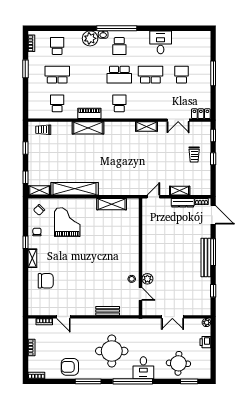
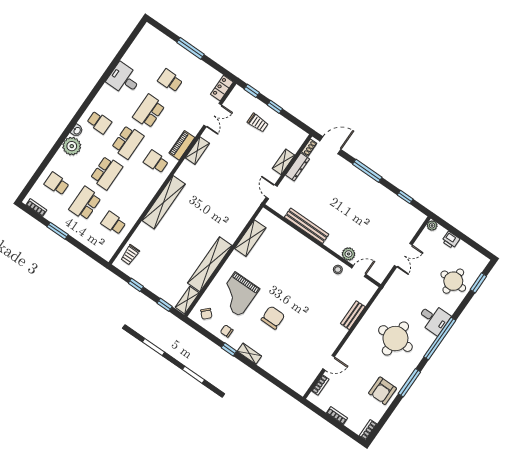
window: (117, 28) -> (80, 113), removed
school desk: (88, 75) -> (106, 173), added
piano: (89, 113) -> (182, 145), moved
shelving: (88, 128) -> (164, 202), width x1.47
grand piano: (67, 222) -> (238, 294), turned -90
bench: (206, 258) -> (307, 226), moved
chair: (46, 281) -> (273, 318), moved

